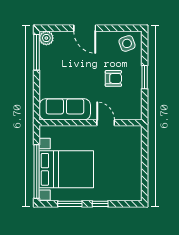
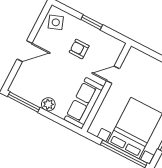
plant: (46, 38) -> (48, 104), moved
armchair: (113, 78) -> (79, 49), turned -90

